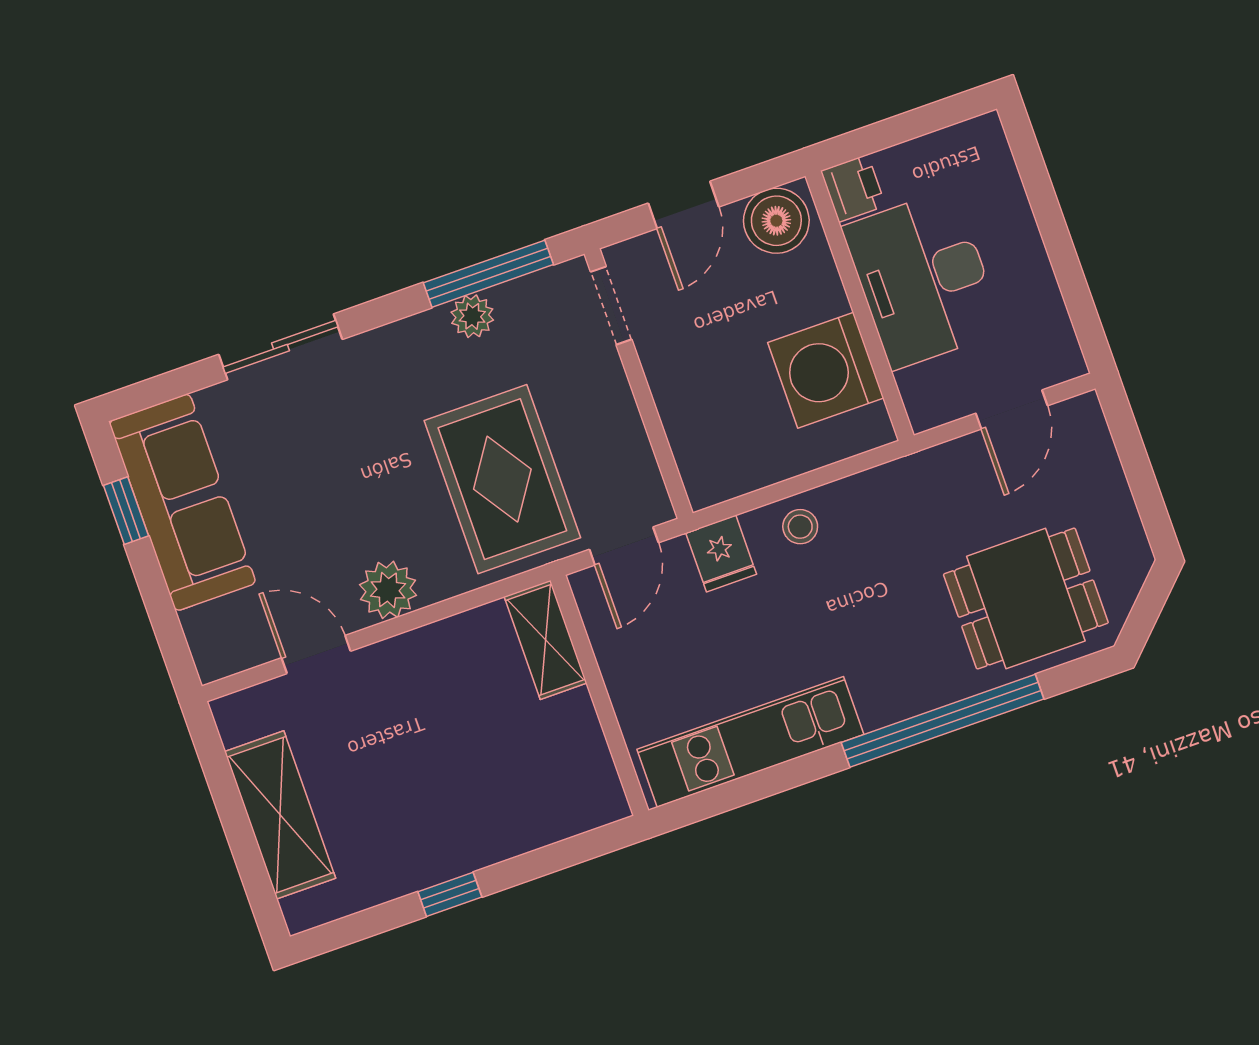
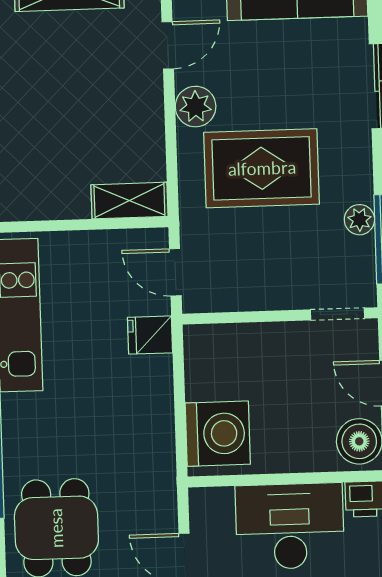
washing machine: (826, 370) -> (218, 434), moved, turned 90
rug: (502, 479) -> (262, 168), moved
stool: (800, 527) -> (151, 393), removed

